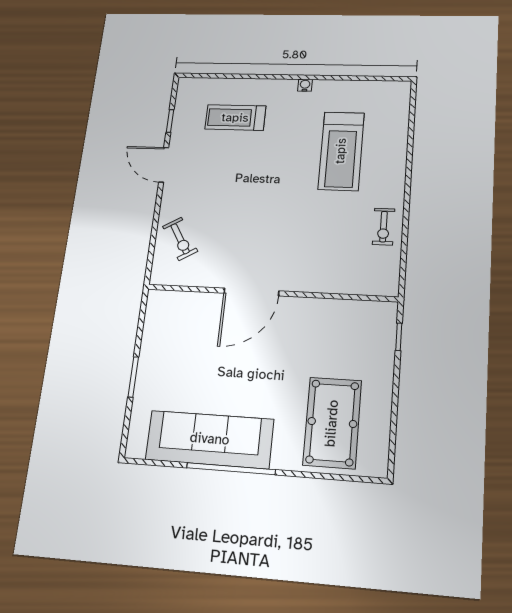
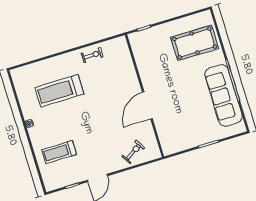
treadmill: (235, 118) -> (59, 152), turned 90
treadmill: (341, 151) -> (59, 91), turned 180
door: (251, 292) -> (147, 105), swing flipped

